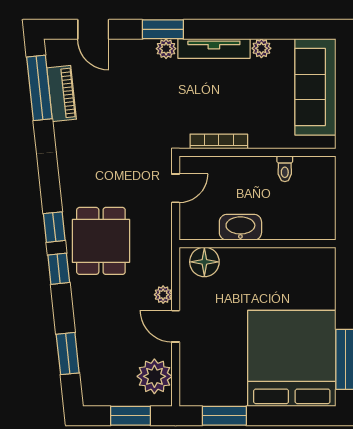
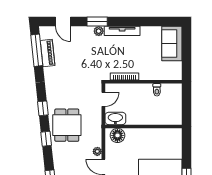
plant: (261, 48) -> (145, 31), removed
sofa: (315, 87) -> (172, 44), width x0.73
window: (54, 227) -> (43, 108), moved
washbasin: (240, 227) -> (115, 118), moved

